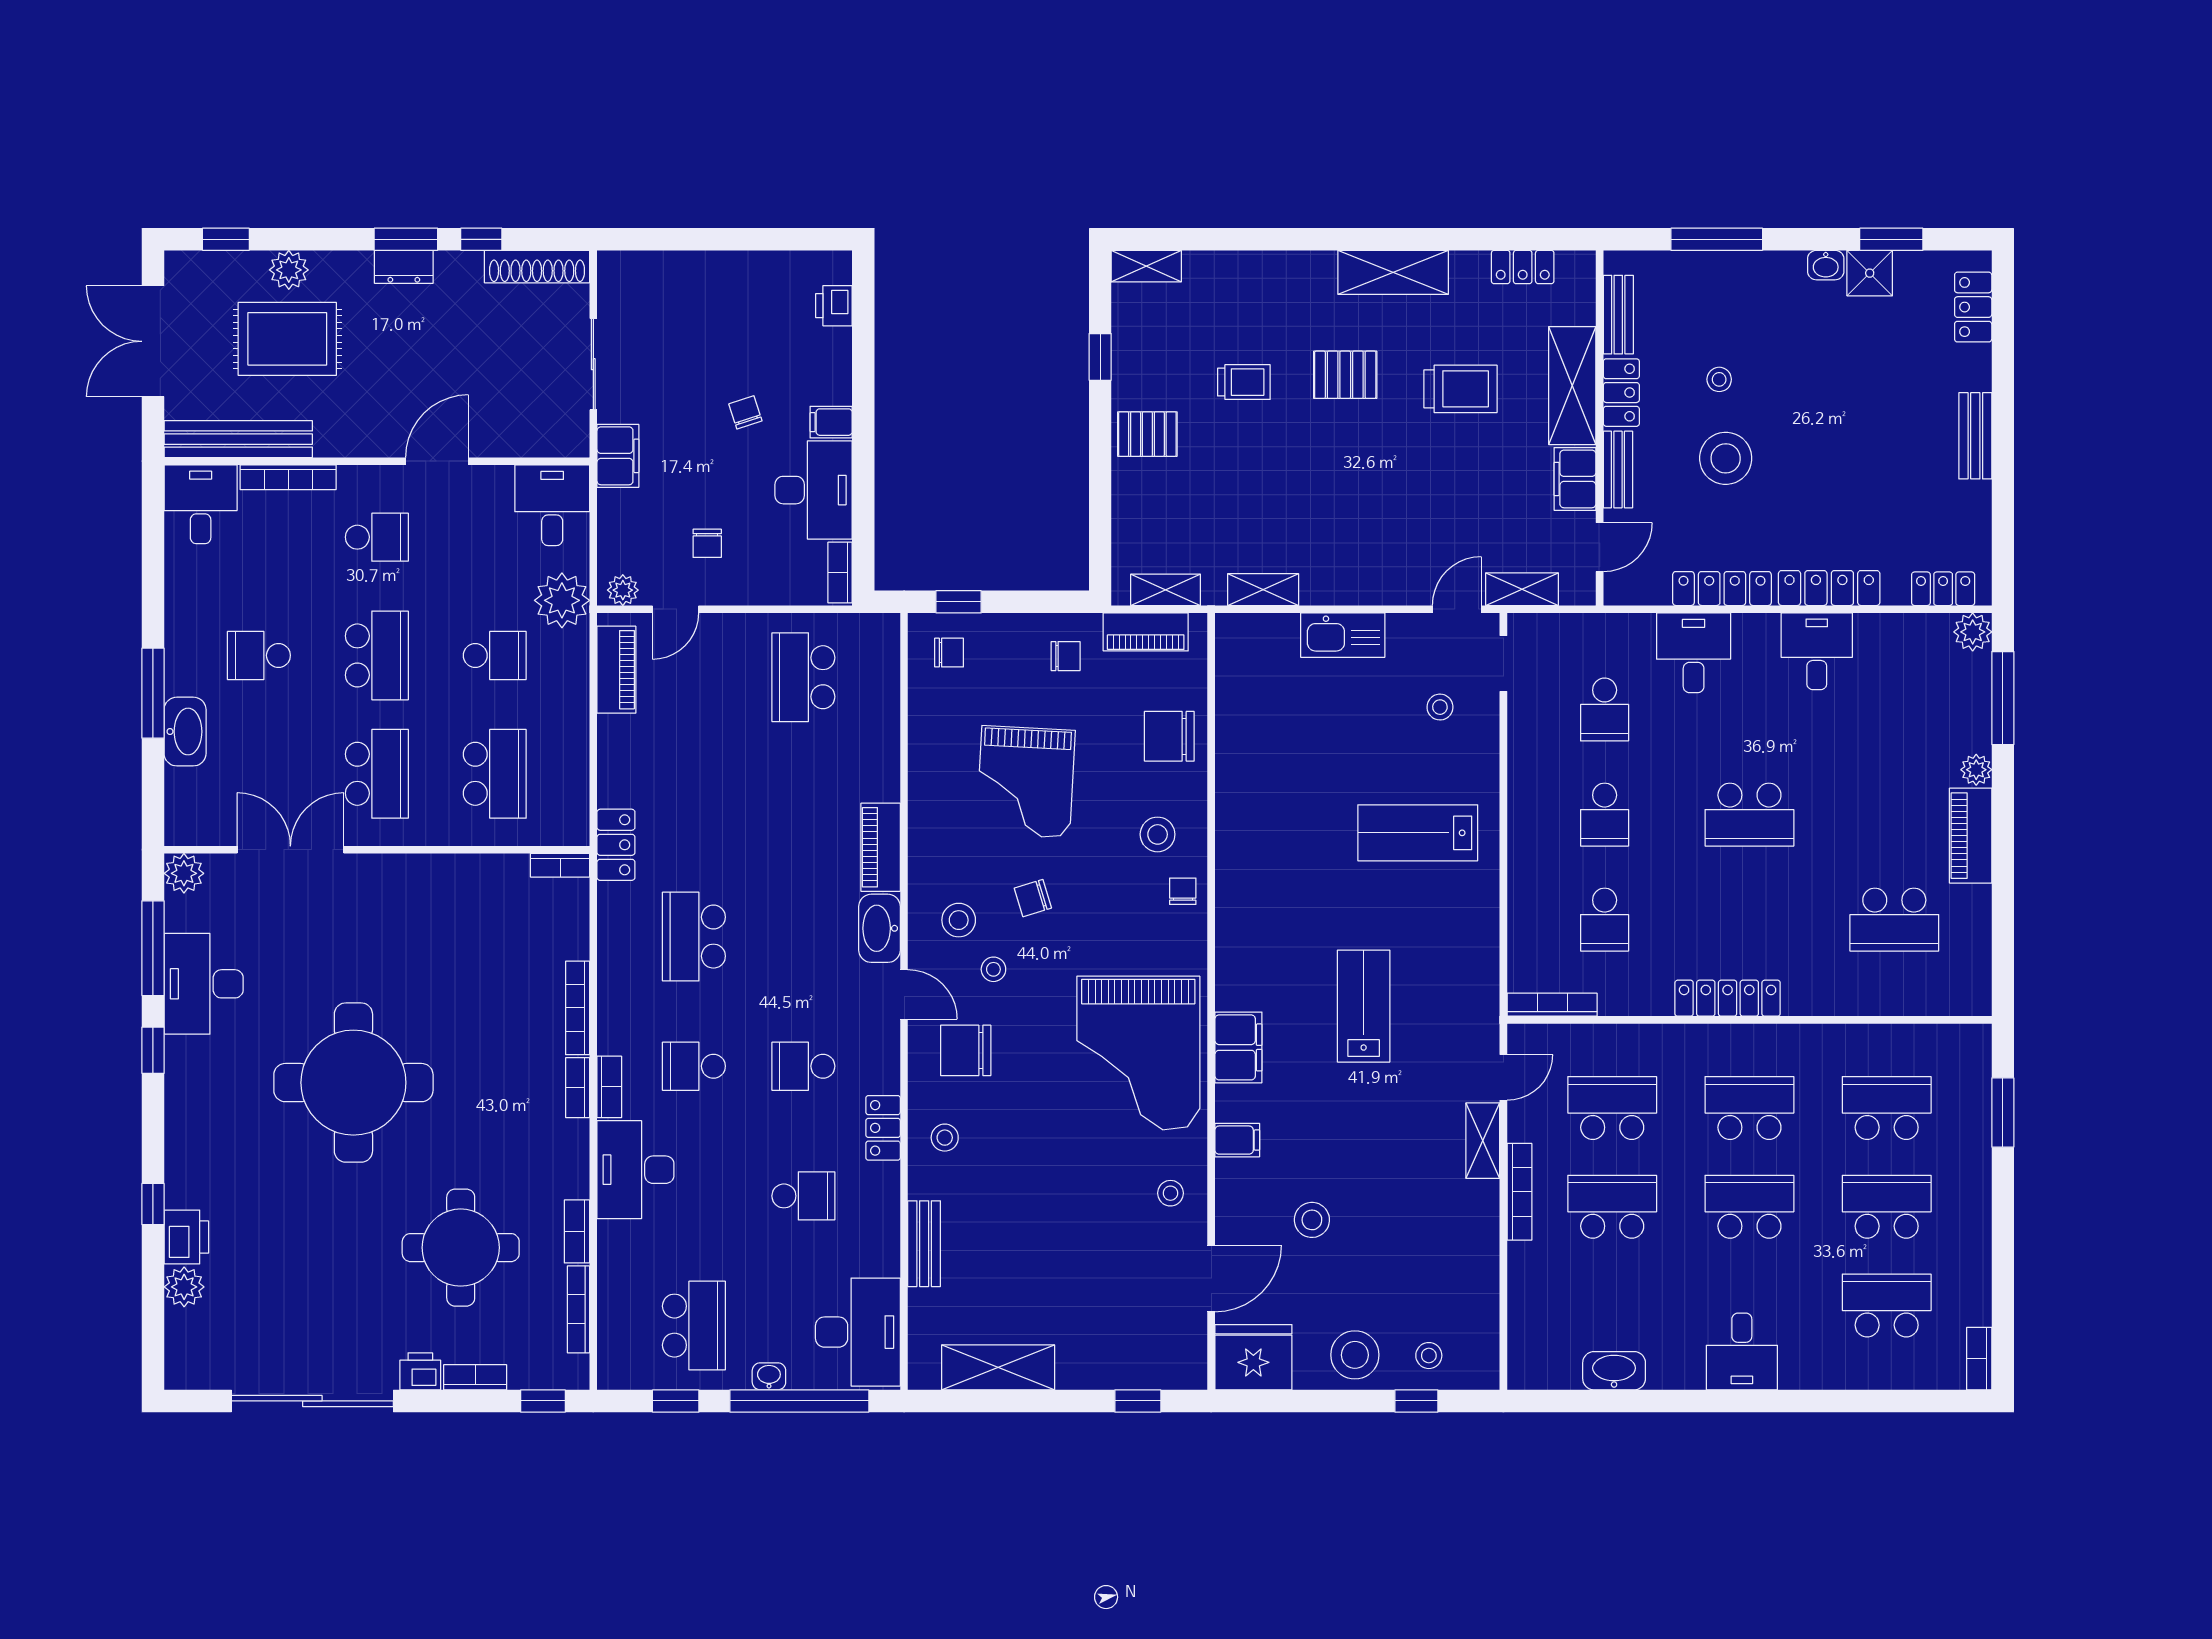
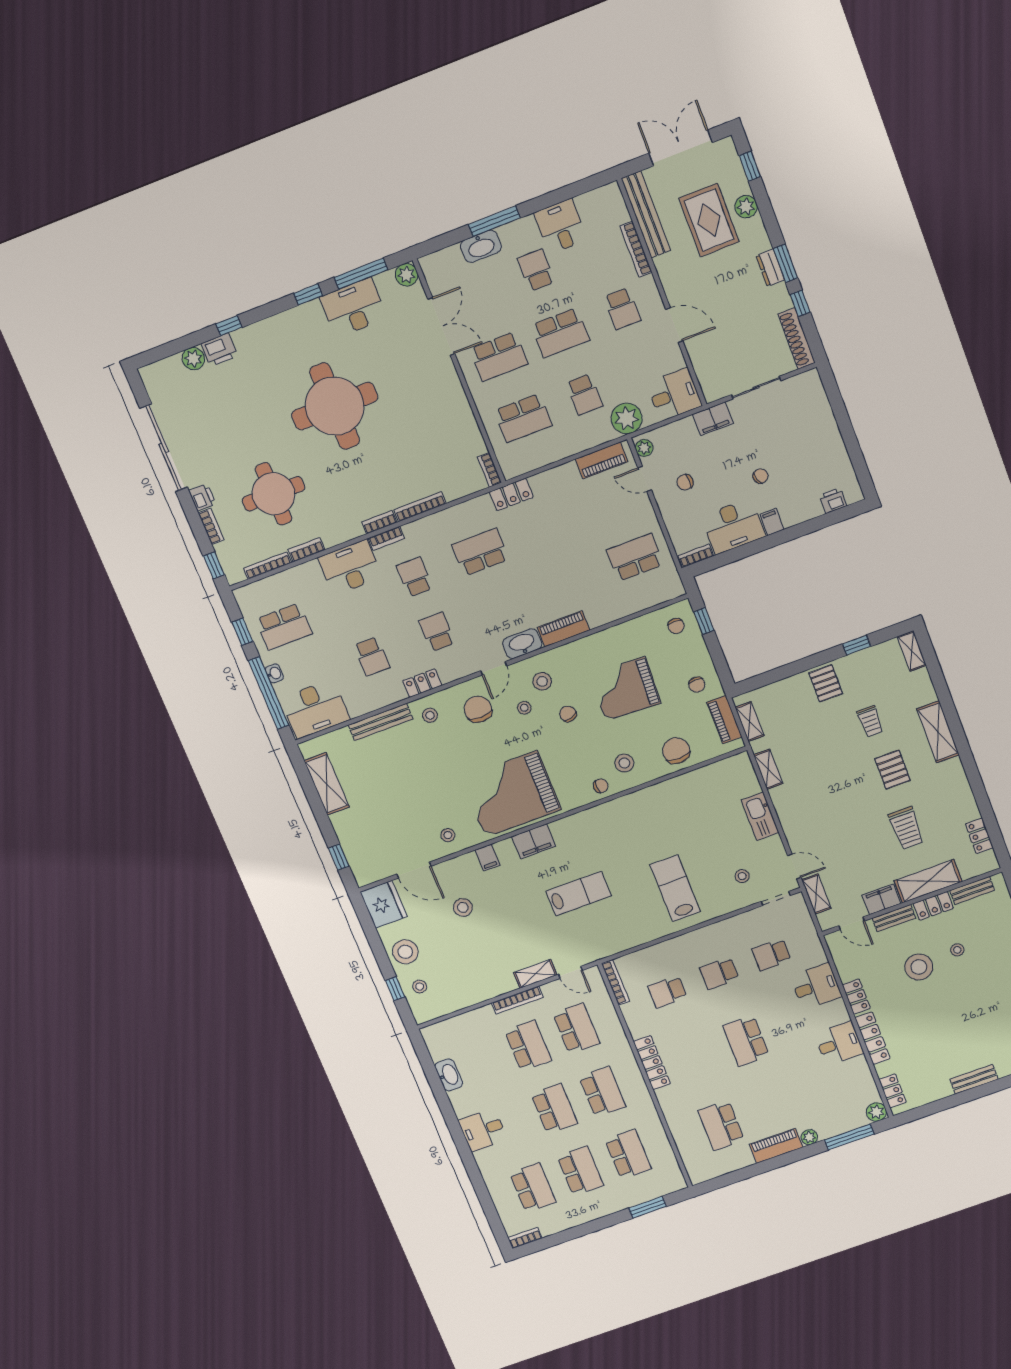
shelving: (1393, 272) -> (938, 732), moved
desk: (201, 504) -> (561, 226), moved, turned -90
locker: (1722, 589) -> (856, 997), width x0.66
bench: (924, 1244) -> (381, 722), width x1.36

